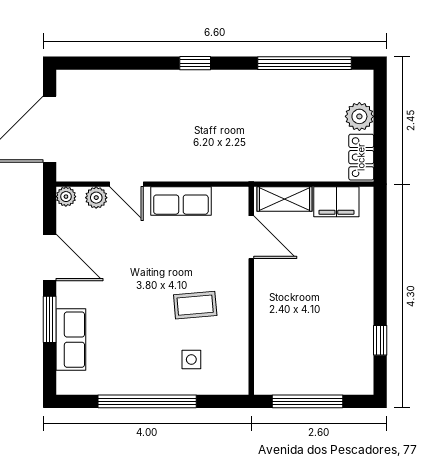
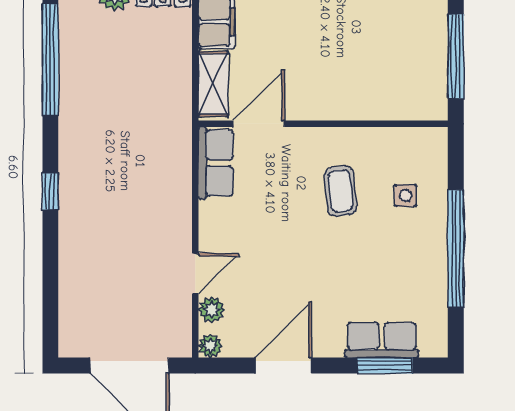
row of seats: (181, 201) -> (216, 163), moved
window: (50, 319) -> (385, 365), moved

